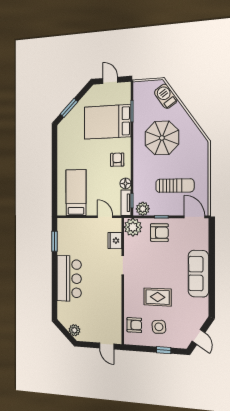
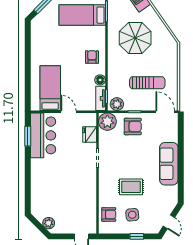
bed: (107, 122) -> (82, 15), width x0.67
door: (105, 217) -> (68, 112), moved
bar counter: (69, 278) -> (43, 135), moved

